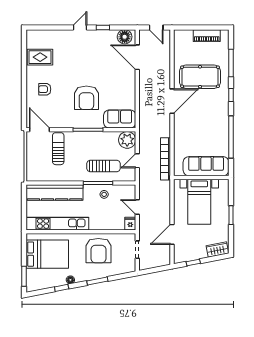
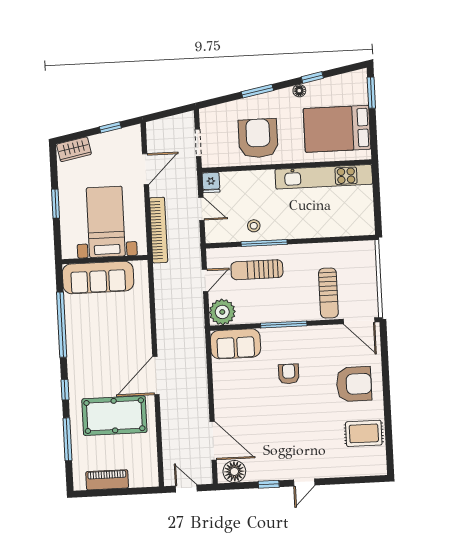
armchair: (45, 89) -> (354, 384), width x1.88, depth x1.88
armchair: (86, 98) -> (289, 374), width x0.53, depth x0.53
bookcase: (166, 159) -> (159, 230), moved
kitchen counter: (55, 193) -> (331, 225), removed

